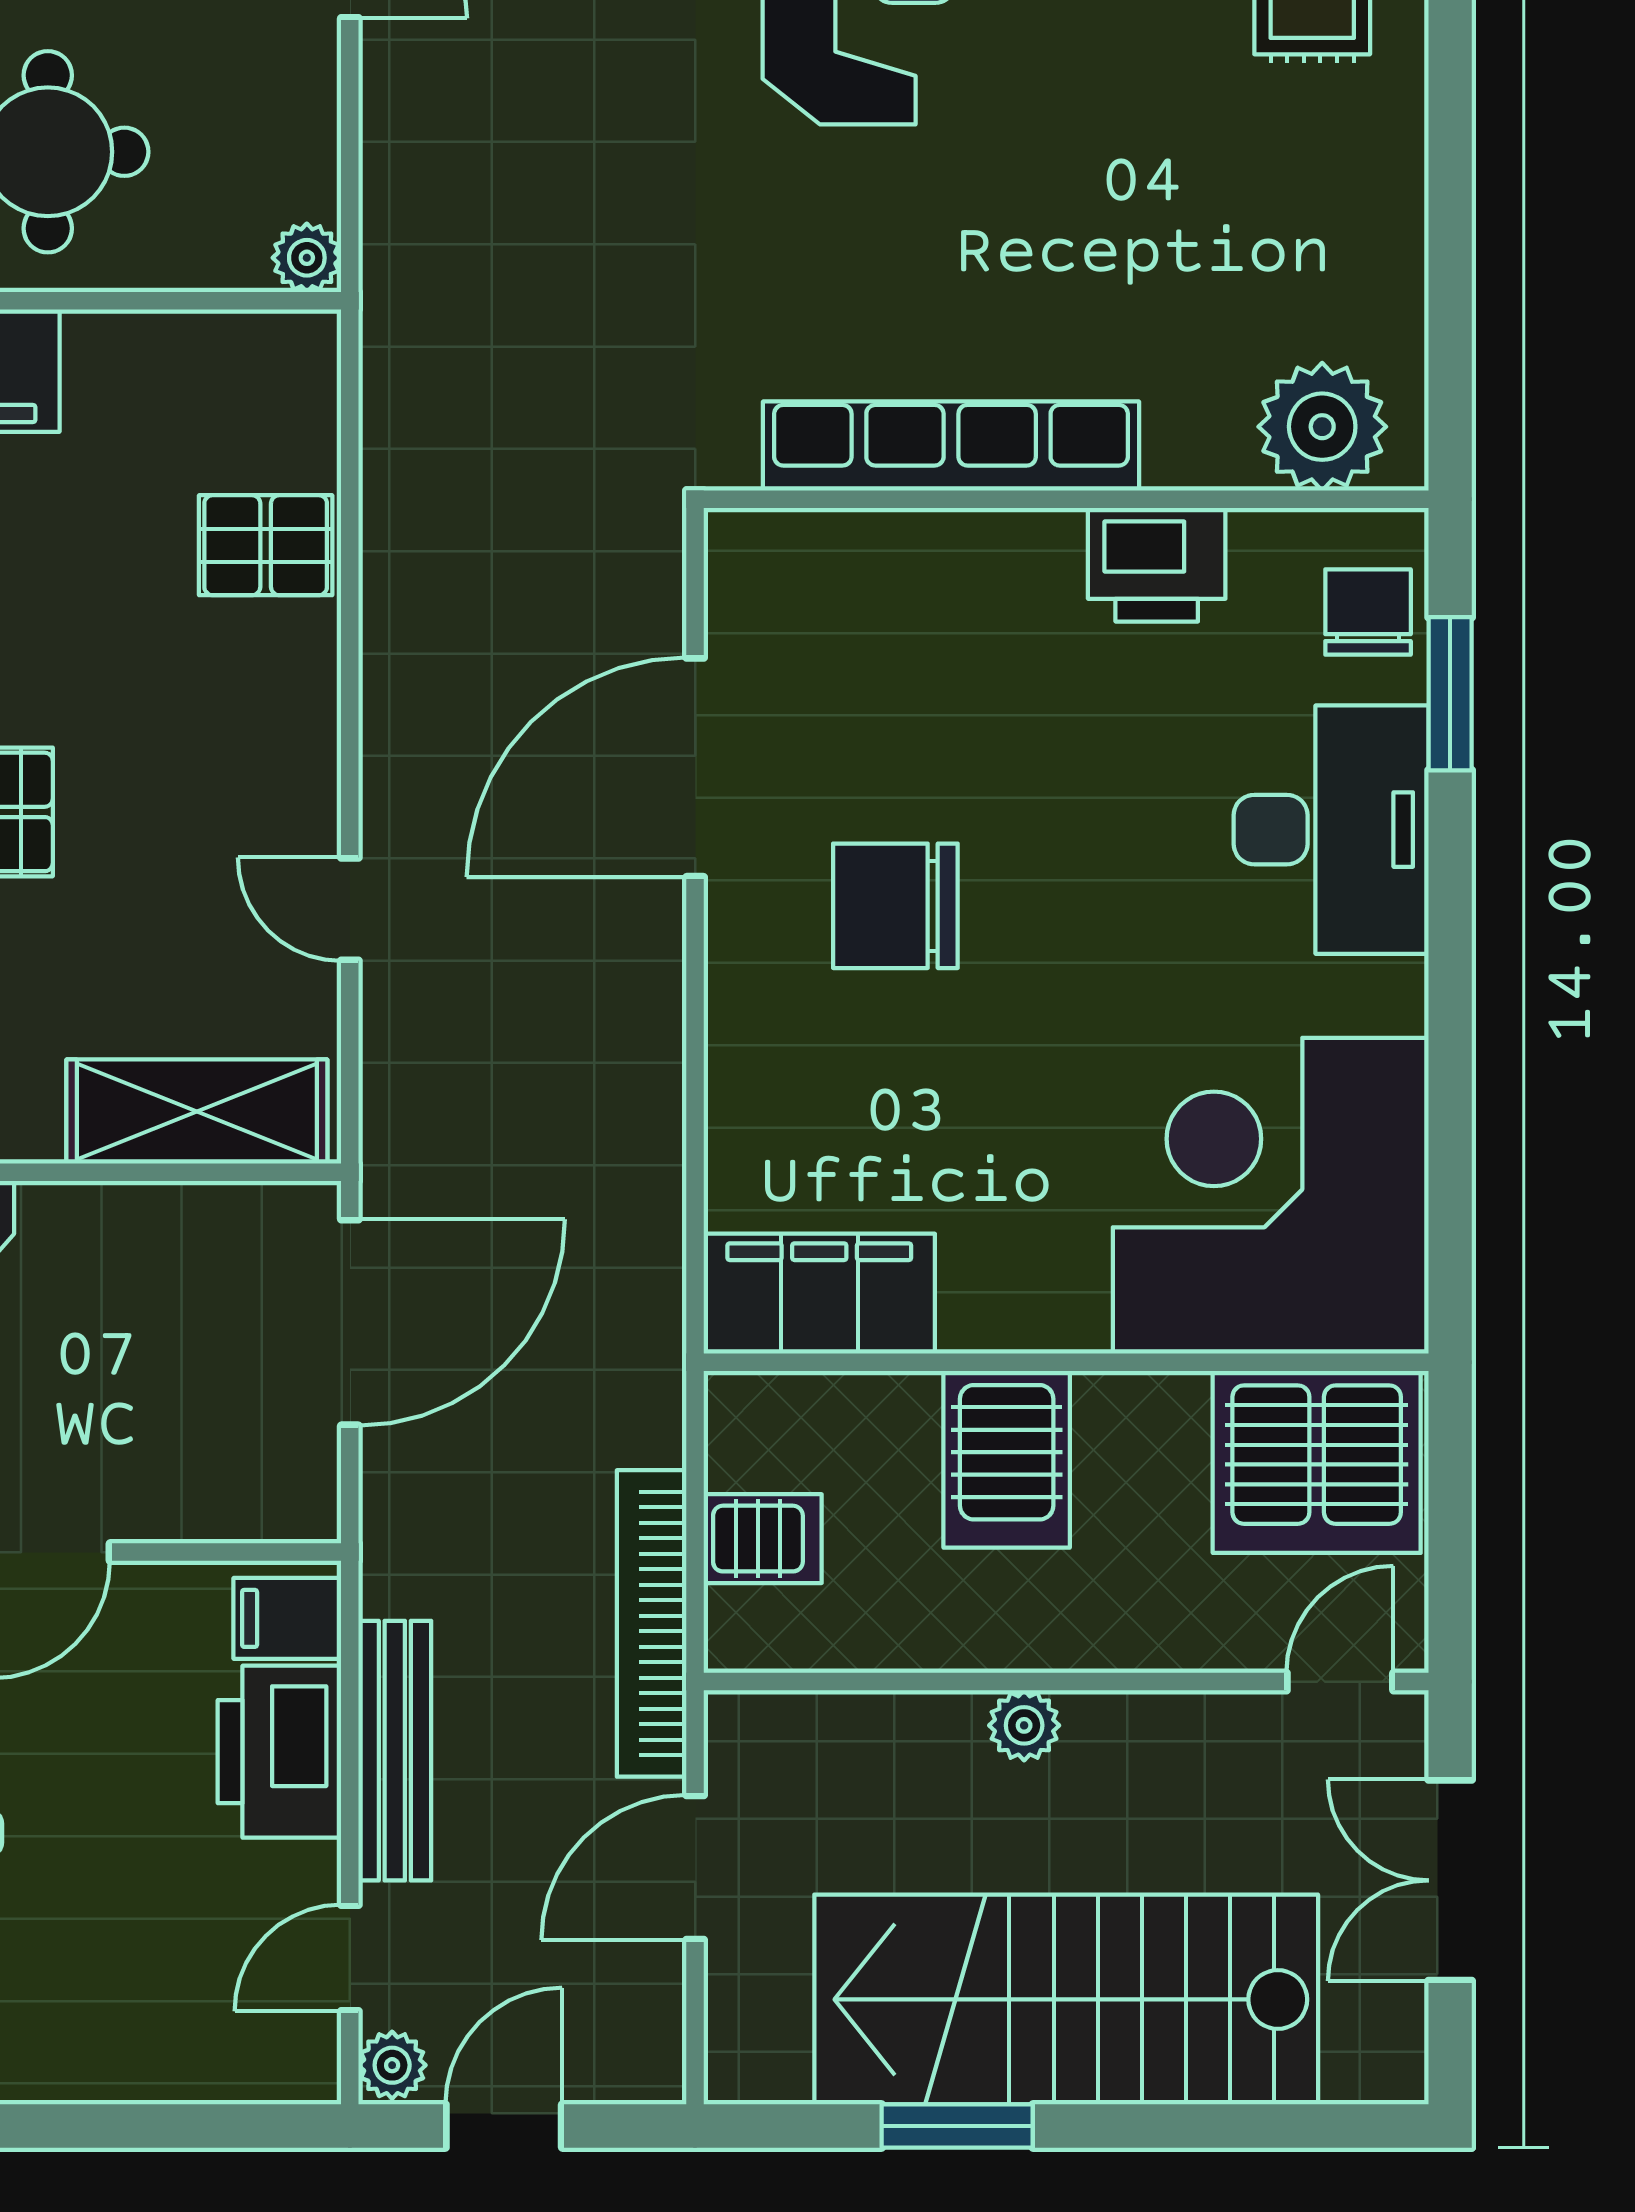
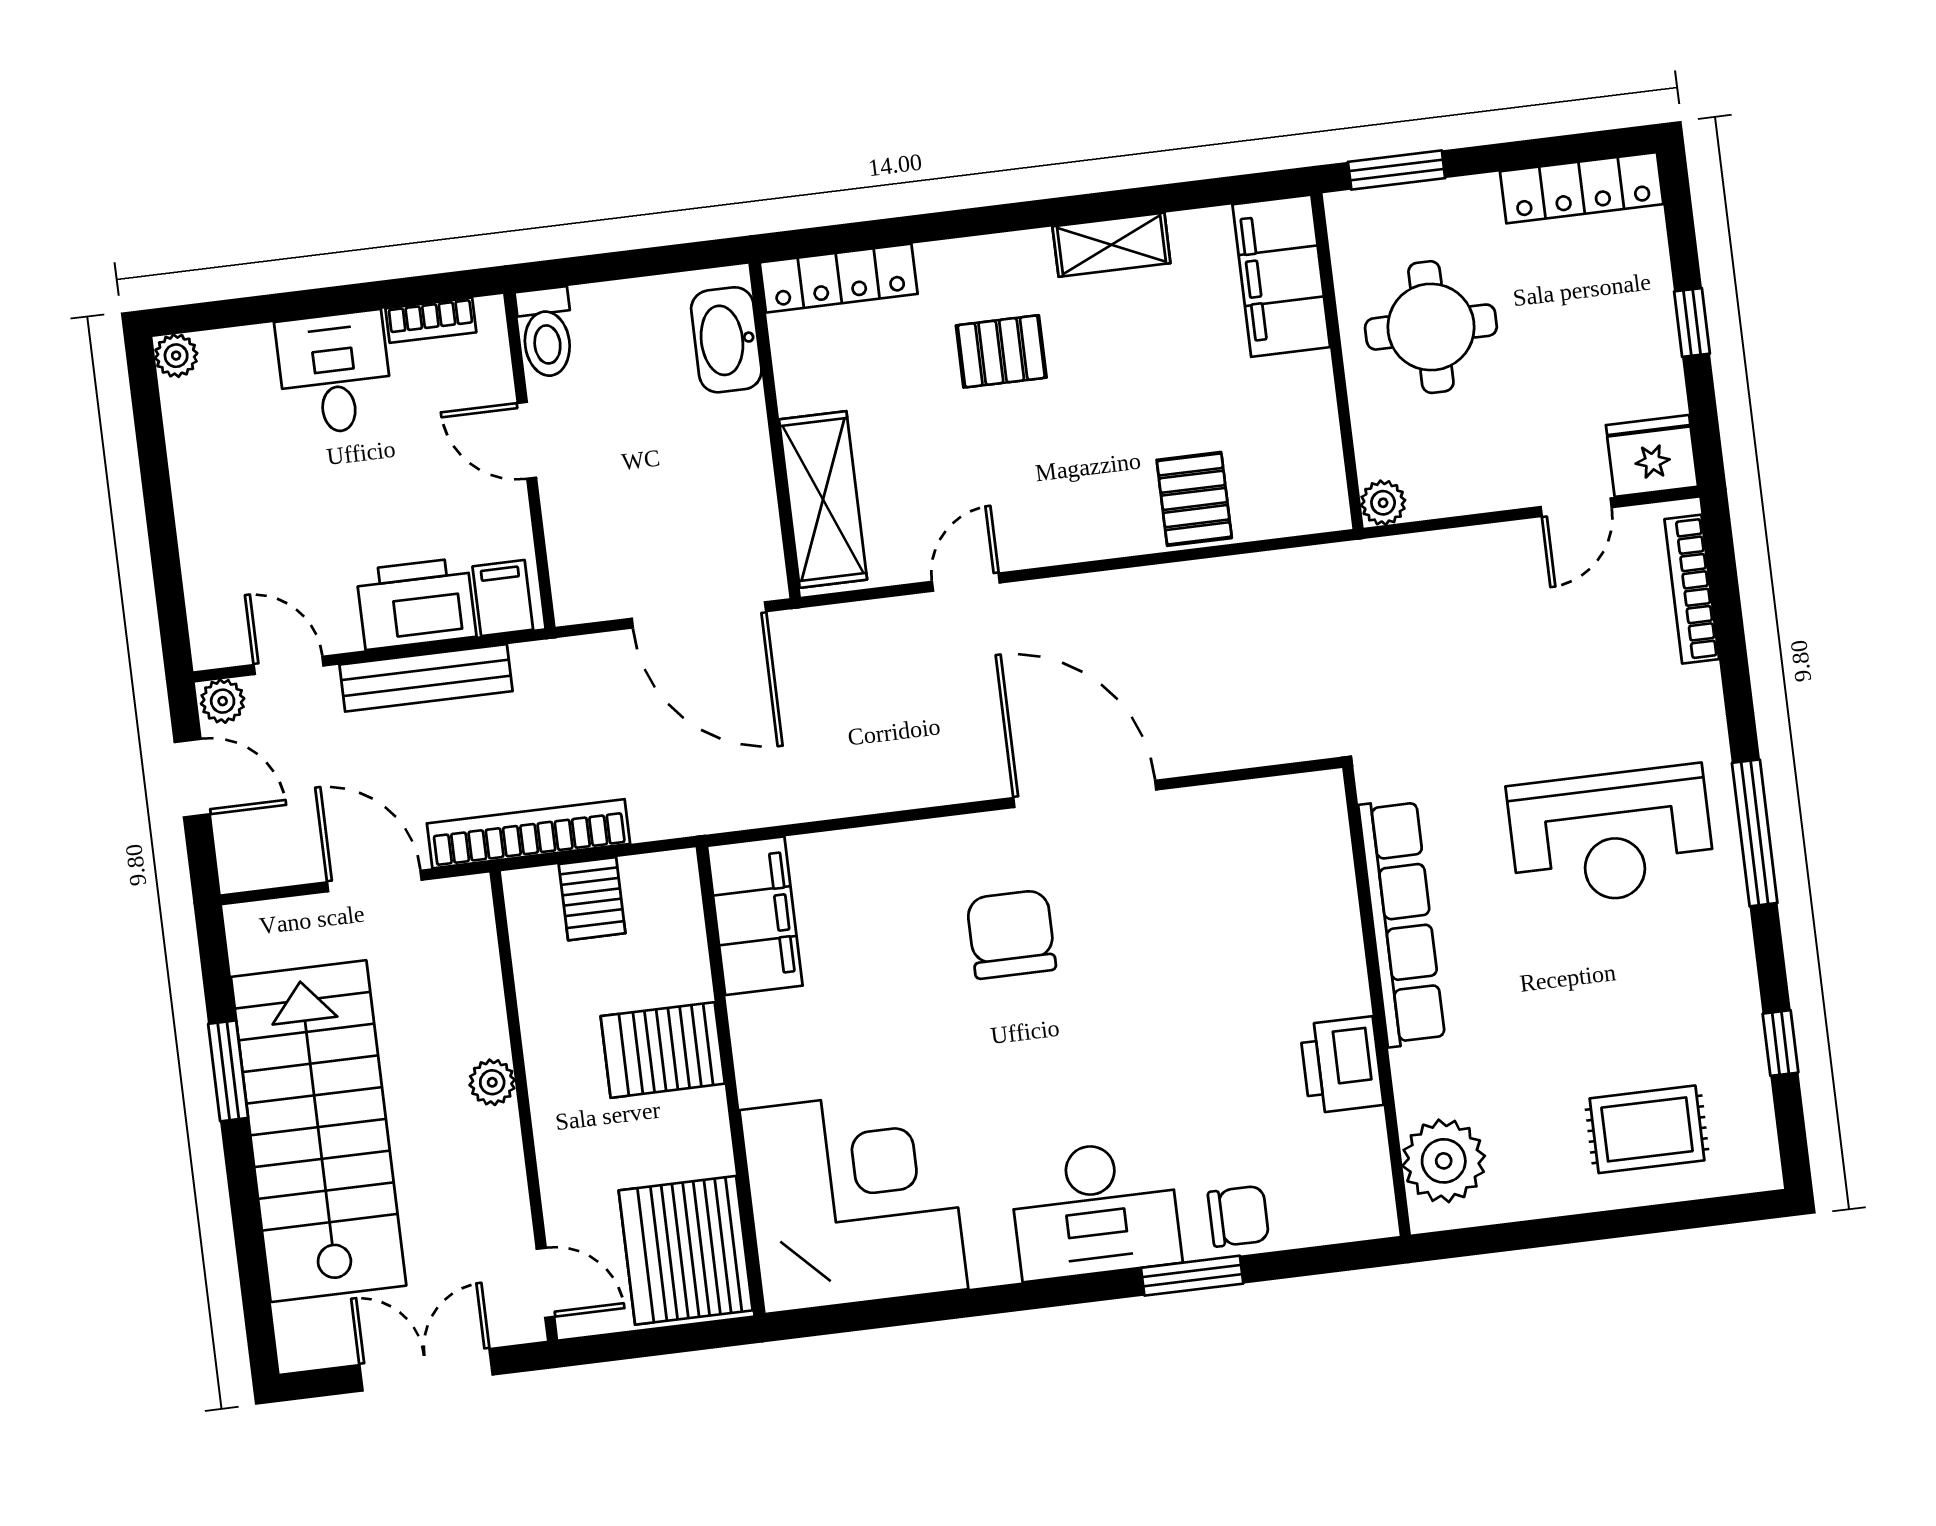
plant: (1322, 427) -> (1444, 1161), moved
row of seats: (951, 446) -> (1402, 923), moved
wall: (1066, 499) -> (1377, 1001), moved
printer: (1157, 565) -> (1341, 1065), moved

